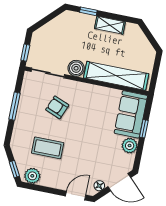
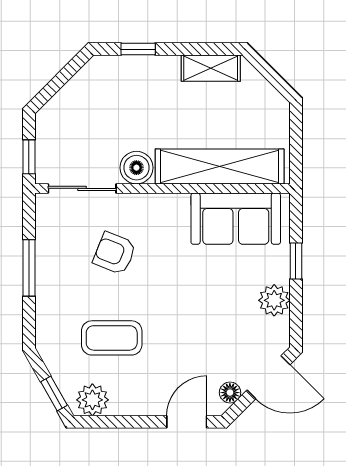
shelving: (110, 25) -> (211, 68), moved
sofa: (131, 114) -> (236, 219), moved, turned -90

